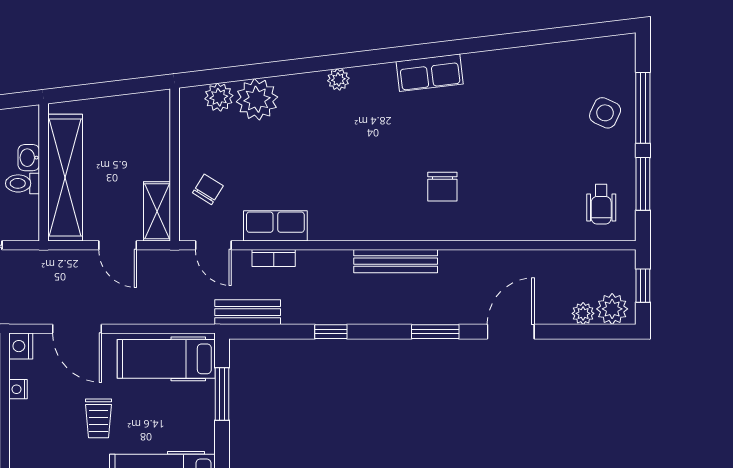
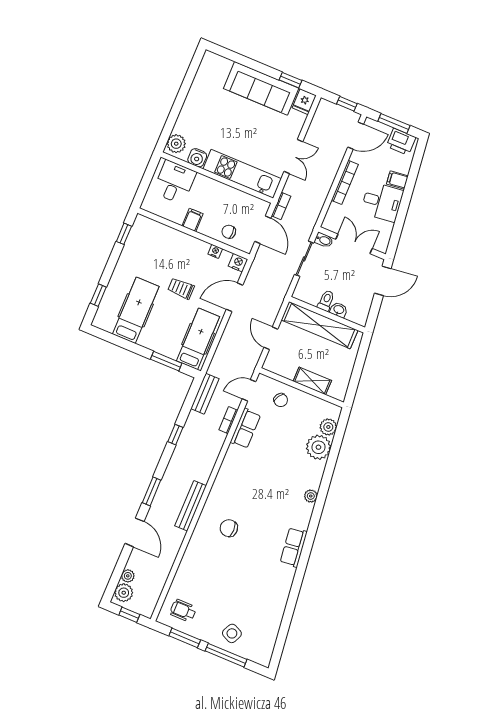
shelving: (157, 211) -> (312, 381), moved
door: (118, 245) -> (271, 338), hinge flipped
bench: (396, 261) -> (191, 506), moved

